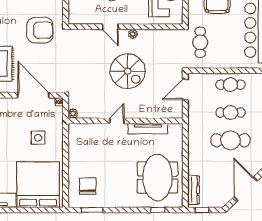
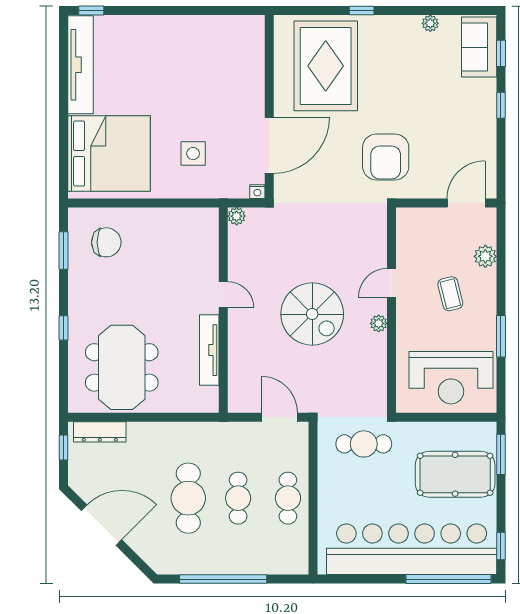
spiral stairs: (128, 71) -> (312, 314), turned -90
meeting table: (157, 177) -> (122, 367), turned 90
window: (158, 210) -> (64, 328), moved

